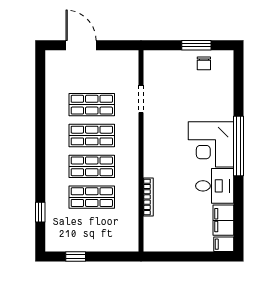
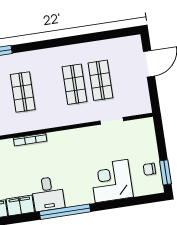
window: (196, 45) -> (165, 172), moved
corner desk: (211, 144) -> (112, 181), moved
window: (238, 146) -> (65, 212), moved
shop shelf: (92, 166) -> (49, 88), removed

